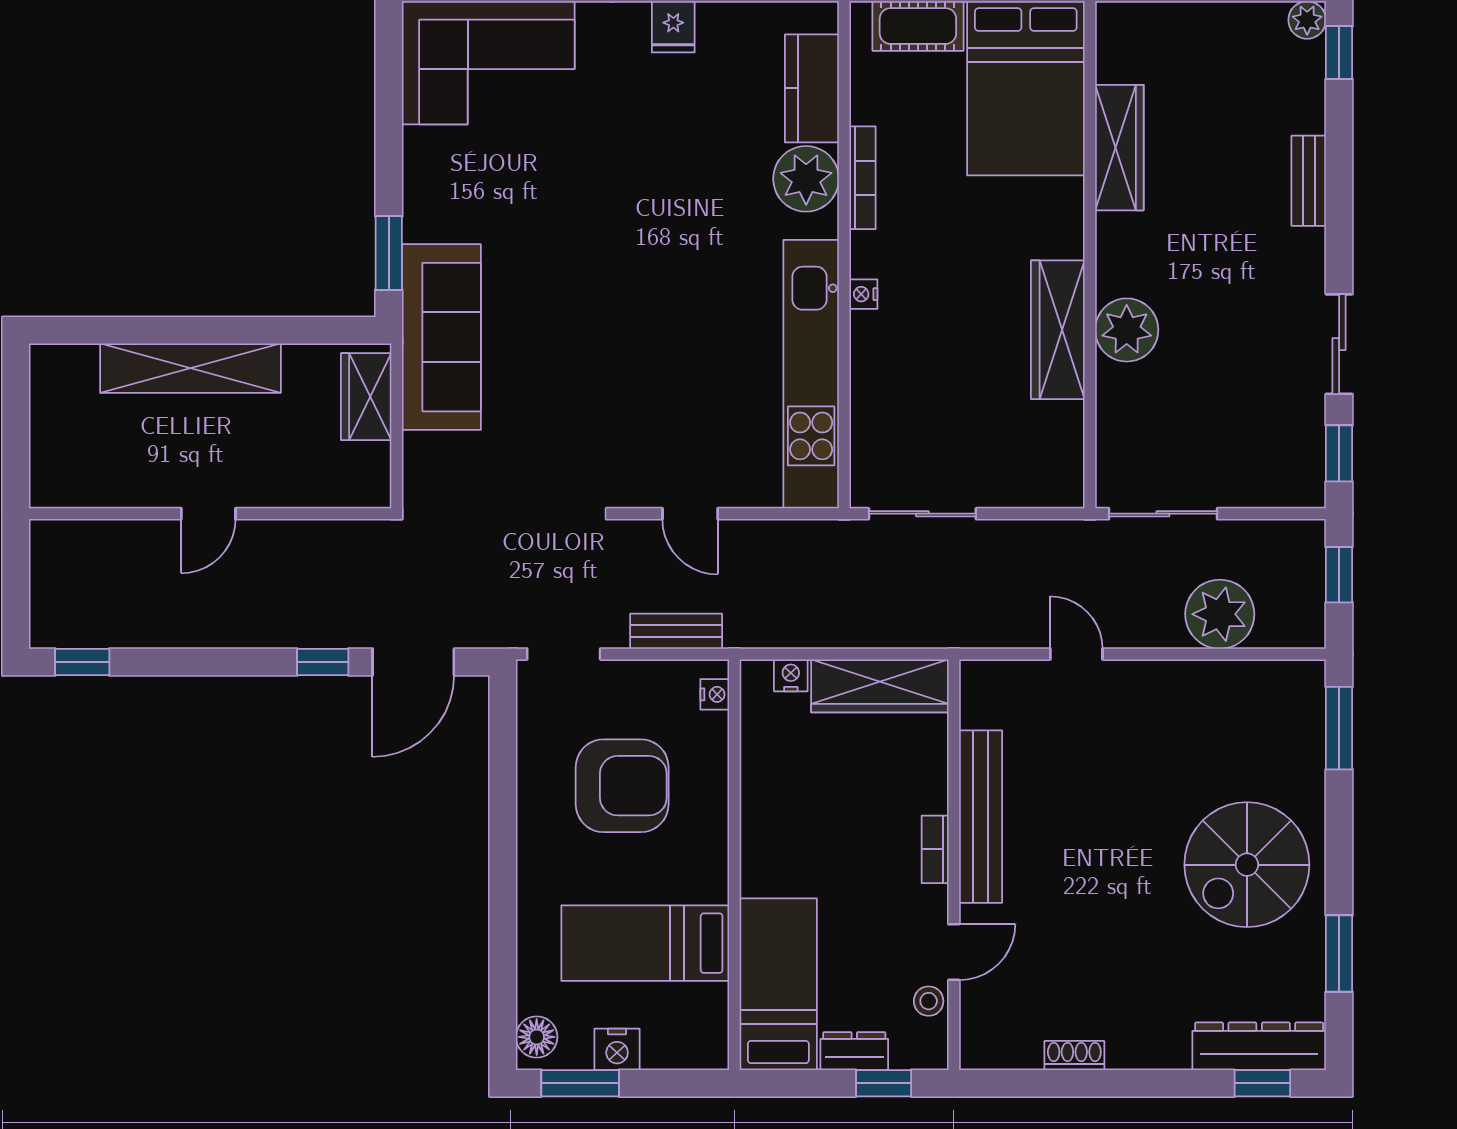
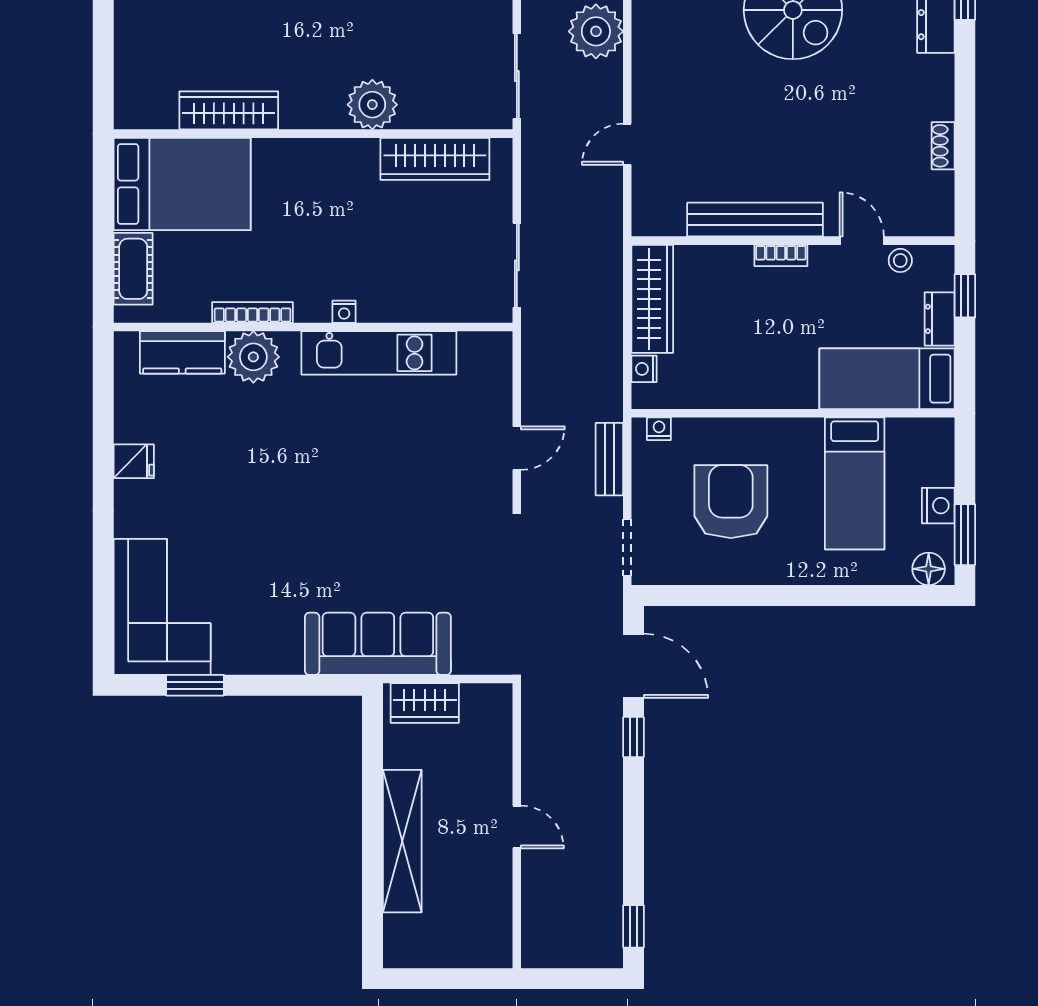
window: (389, 253) -> (195, 685), moved
wardrobe: (1058, 330) -> (435, 159), moved
kitchen unit: (811, 374) -> (379, 353), width x0.73

